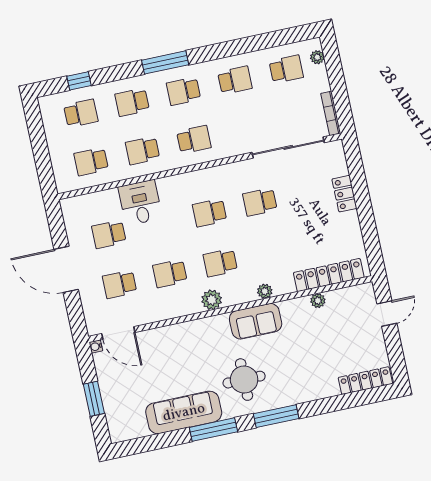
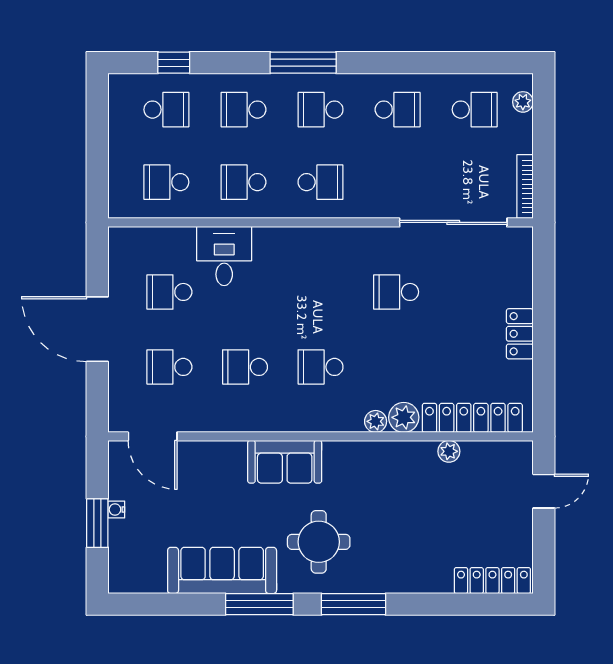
locker: (344, 194) -> (520, 334), moved
school desk: (210, 213) -> (321, 292), removed
plant: (212, 300) -> (404, 417), moved
sofa: (256, 321) -> (285, 462), moved
water cooler: (96, 346) -> (116, 510), moved

